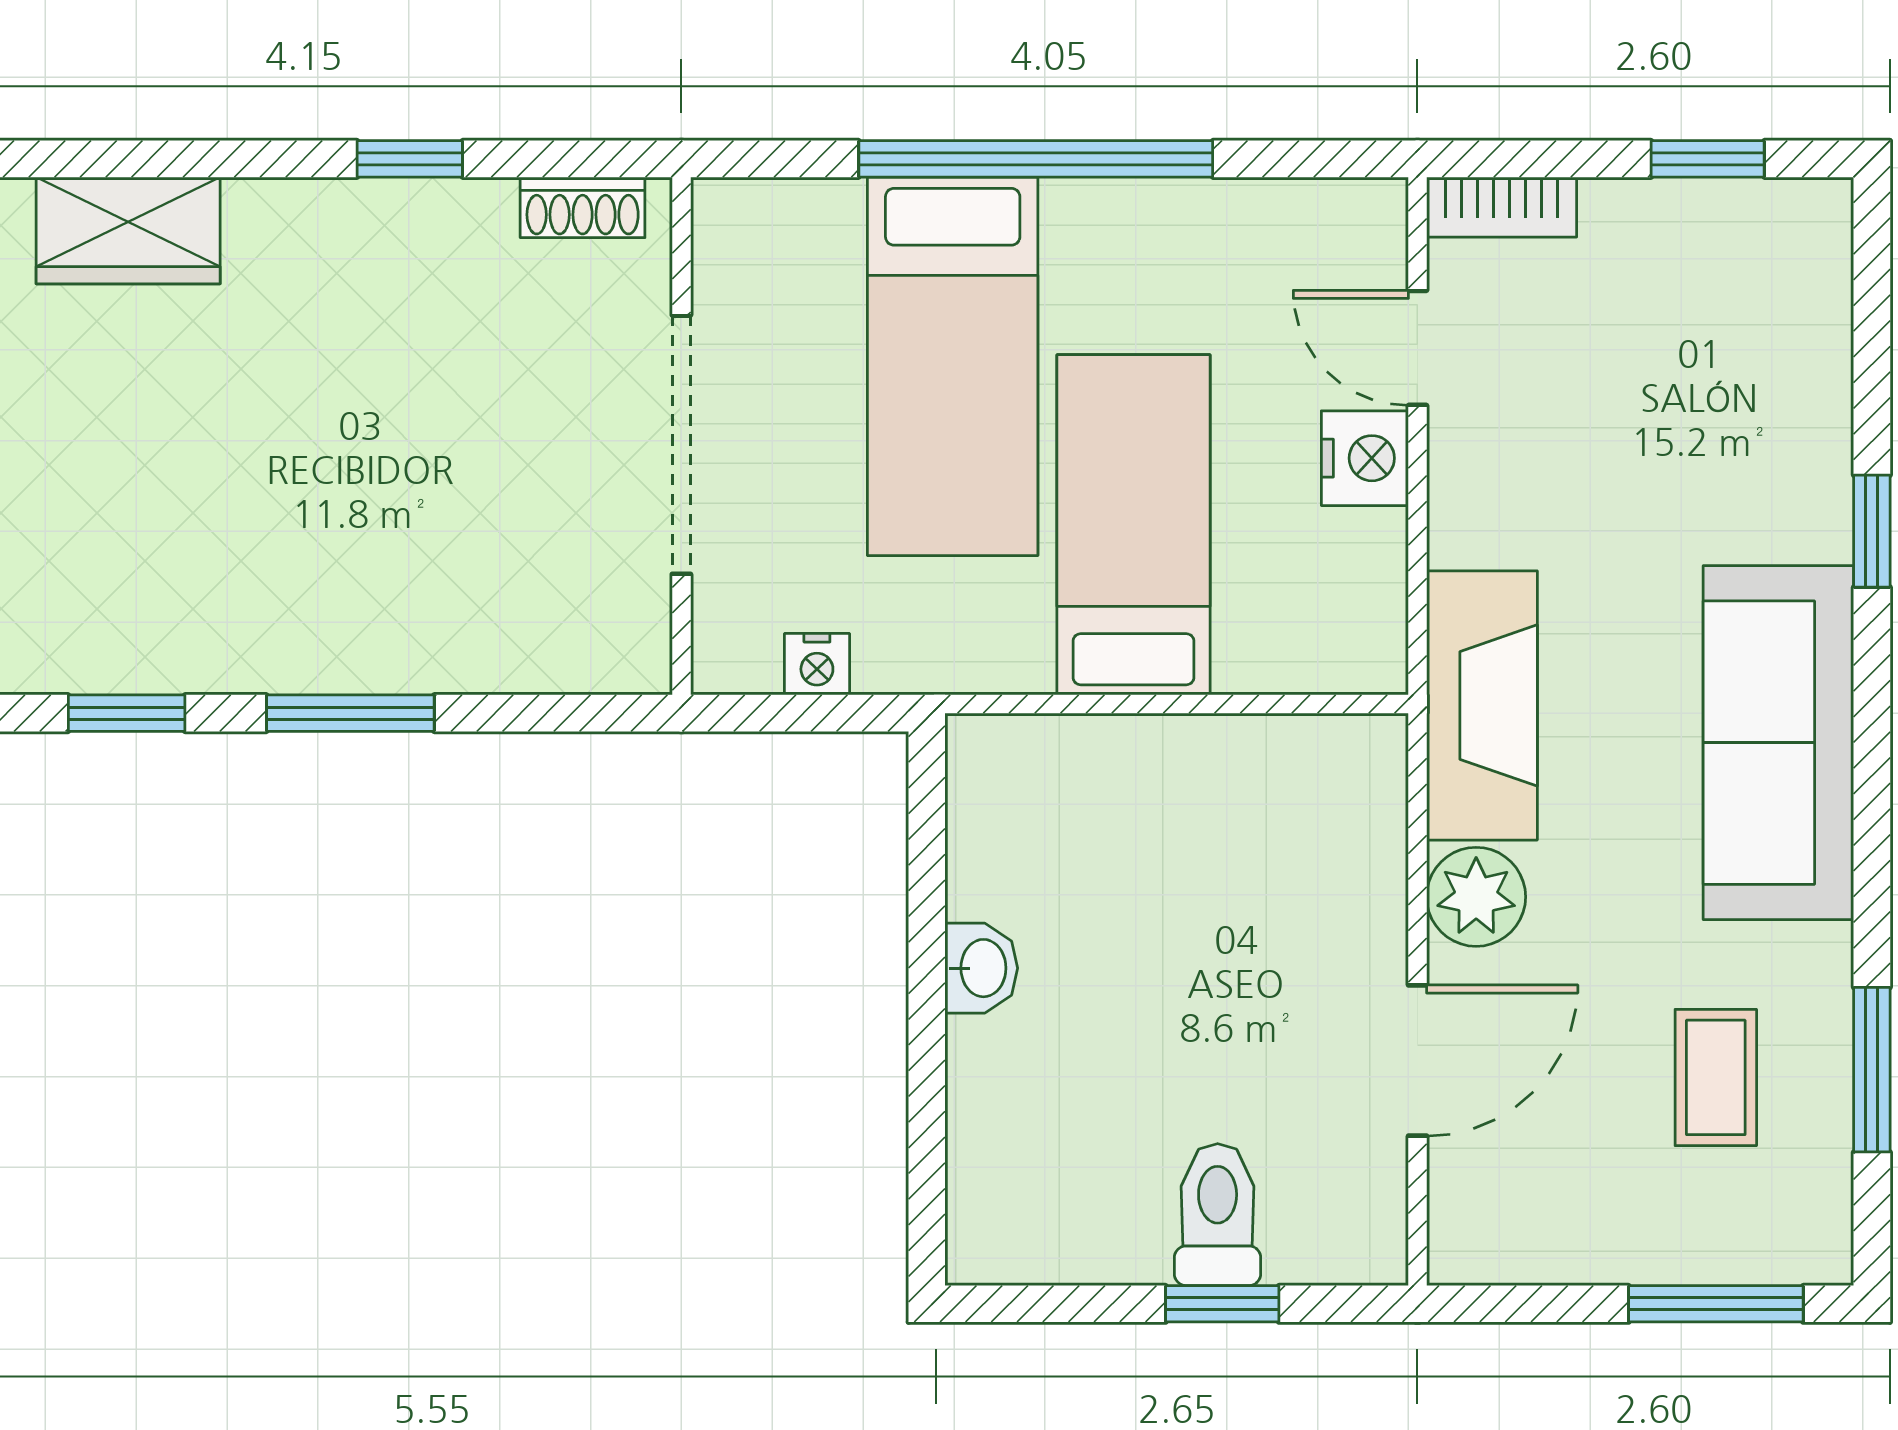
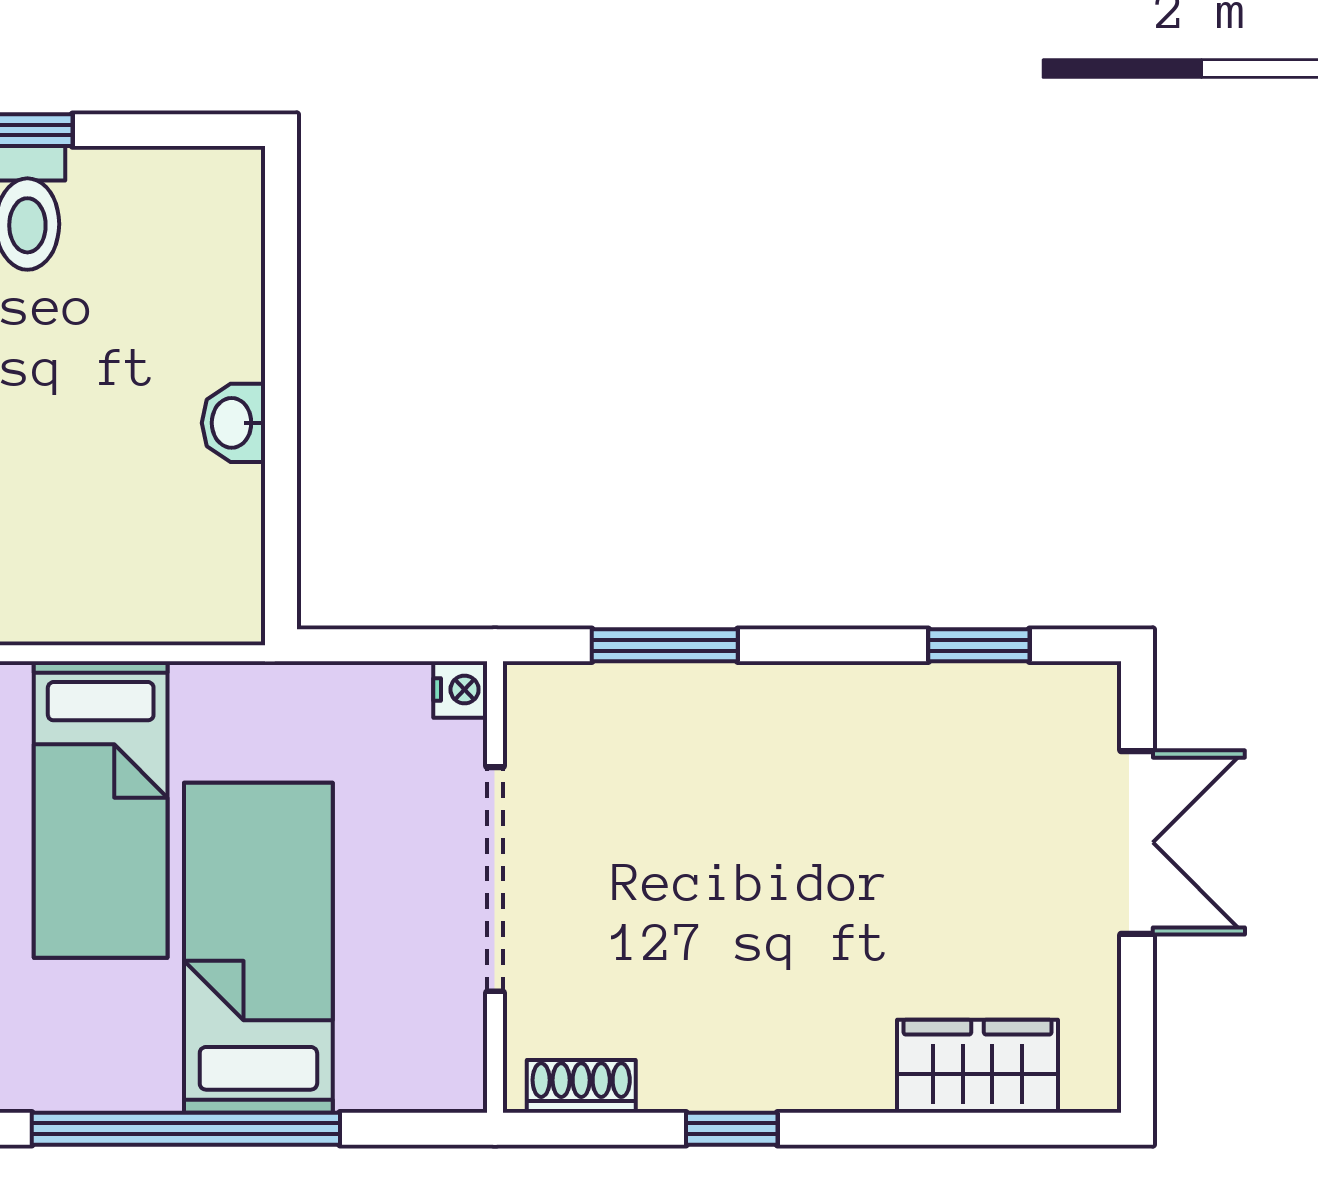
nightstand: (817, 664) -> (460, 690), moved, turned 90
window: (350, 713) -> (665, 645), moved

